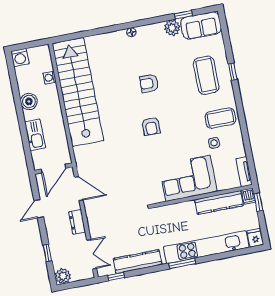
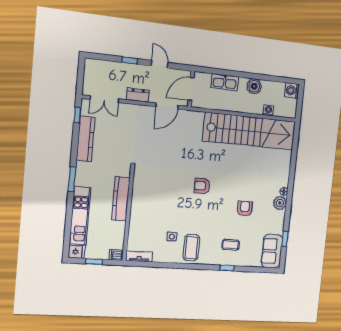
plant: (172, 28) -> (280, 203), moved
coffee table: (206, 75) -> (231, 245), width x0.54, depth x0.58
armchair: (149, 83) -> (245, 209), moved
door: (53, 169) -> (191, 89), hinge flipped
corner sofa: (188, 178) -> (148, 205), removed
kitchen counter: (219, 202) -> (121, 199), moved
window: (258, 202) -> (94, 262), moved
kitchen unit: (206, 247) -> (80, 216), width x0.73
window: (47, 253) -> (130, 61), moved
plant: (63, 276) -> (92, 66), removed

